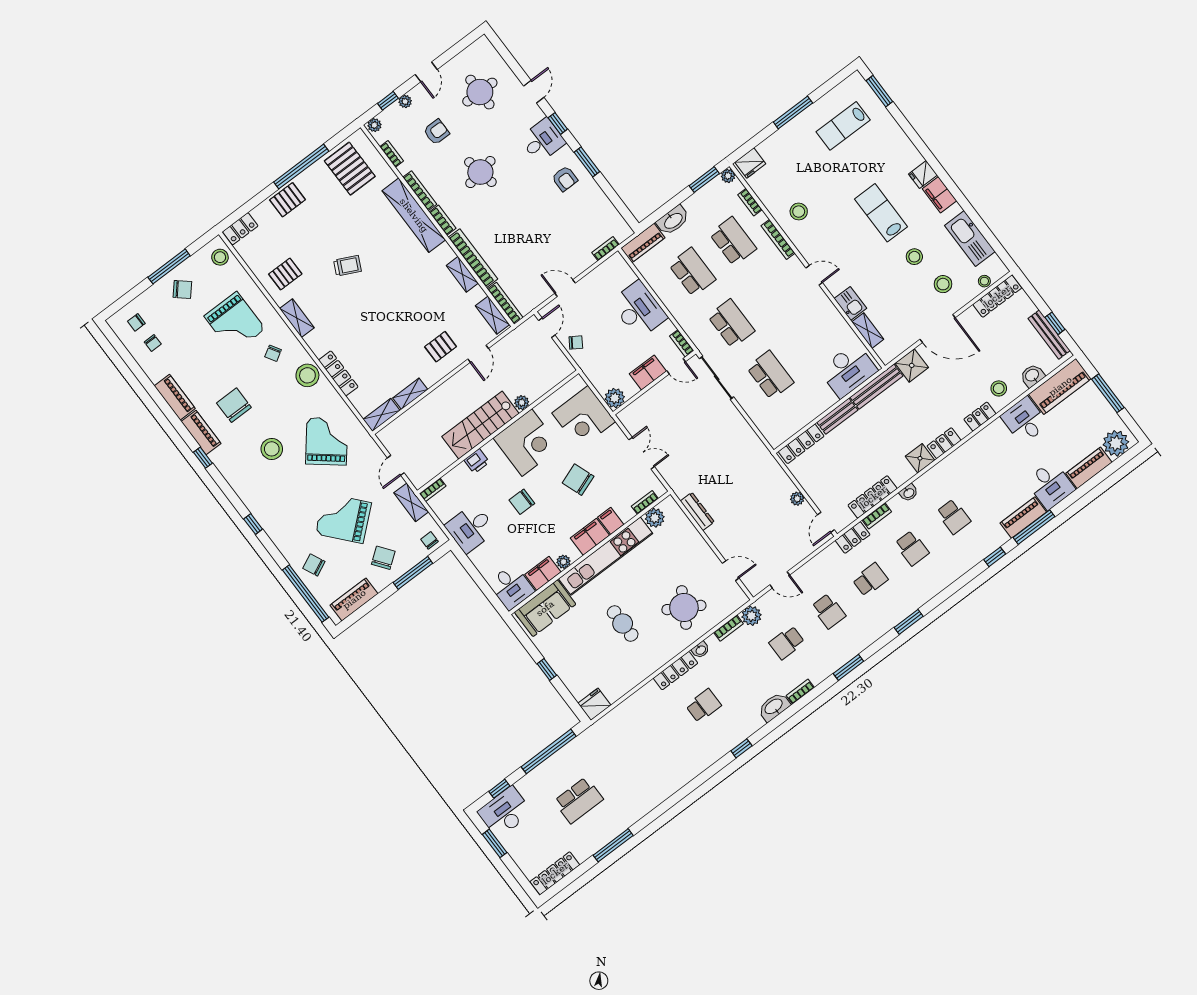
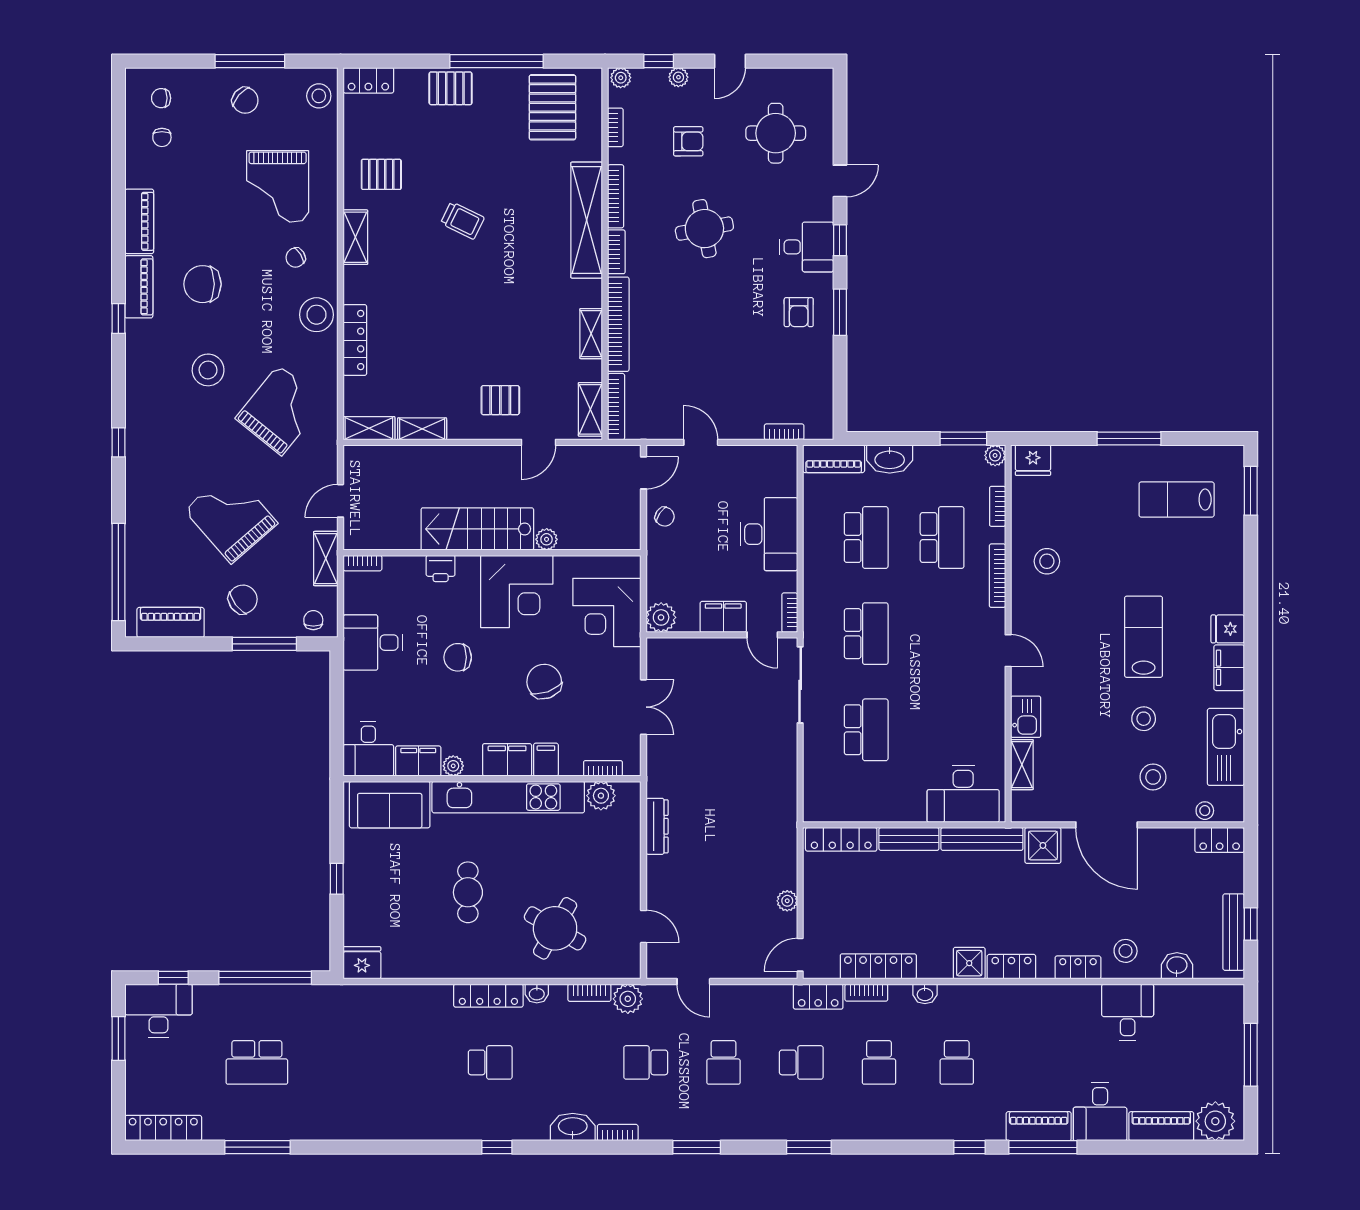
locker: (997, 296) -> (1220, 840), width x0.66
piano: (1060, 386) -> (1200, 1003), removed
chair: (234, 405) -> (202, 284), turned -90
chair: (314, 565) -> (154, 546), removed

